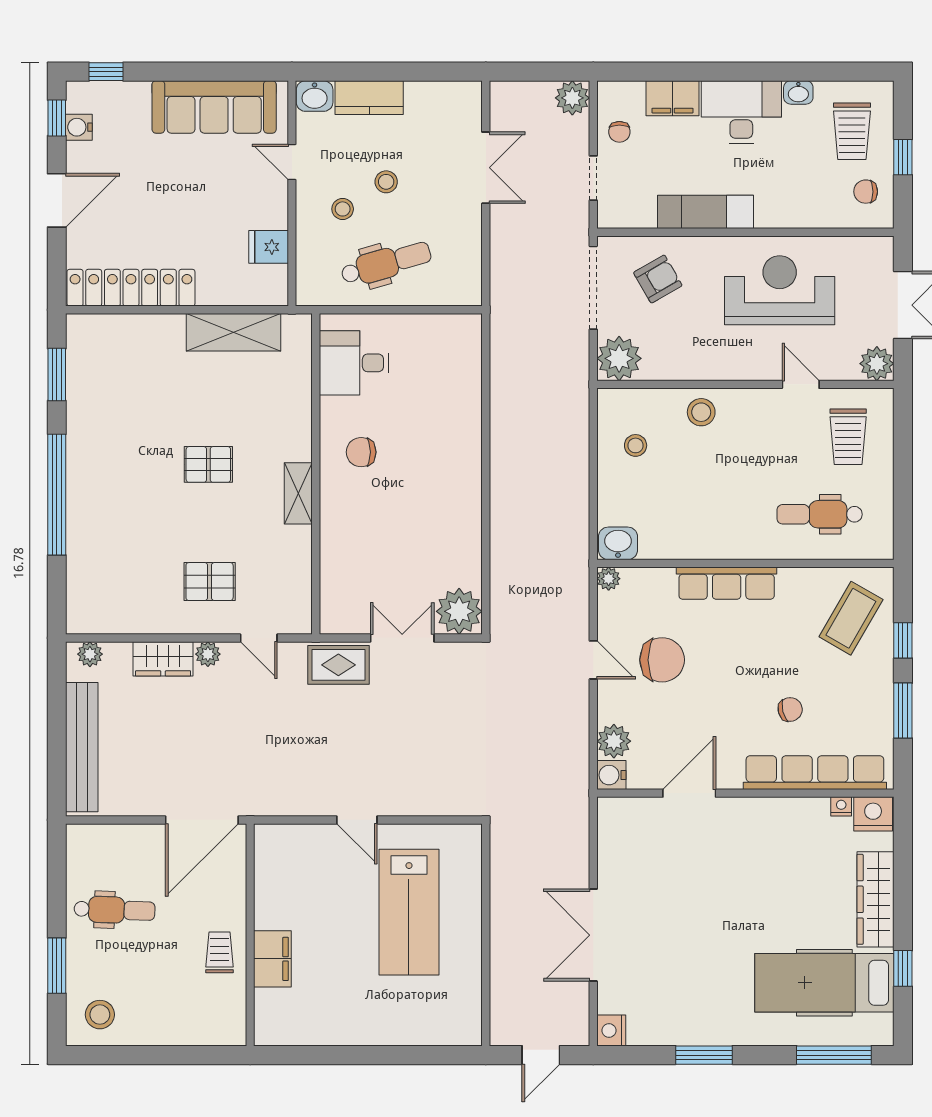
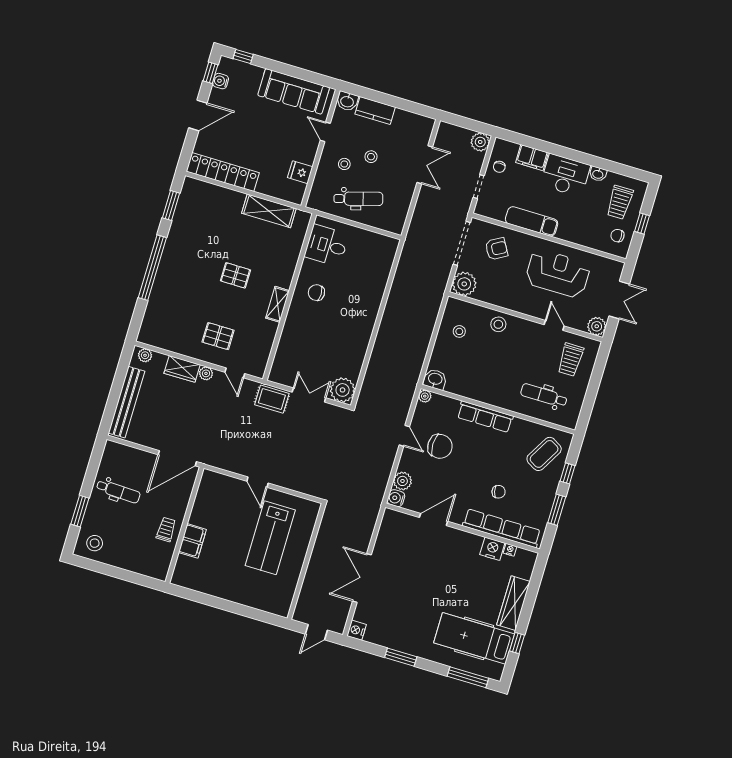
nightstand: (873, 814) -> (492, 549), moved

